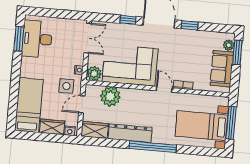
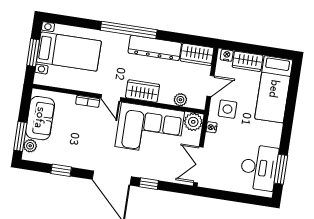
window: (190, 25) -> (61, 170), moved
plant: (110, 96) -> (180, 100), width x0.53, depth x0.53
wardrobe: (138, 97) -> (143, 91), added
window: (231, 123) -> (33, 53), width x0.69

